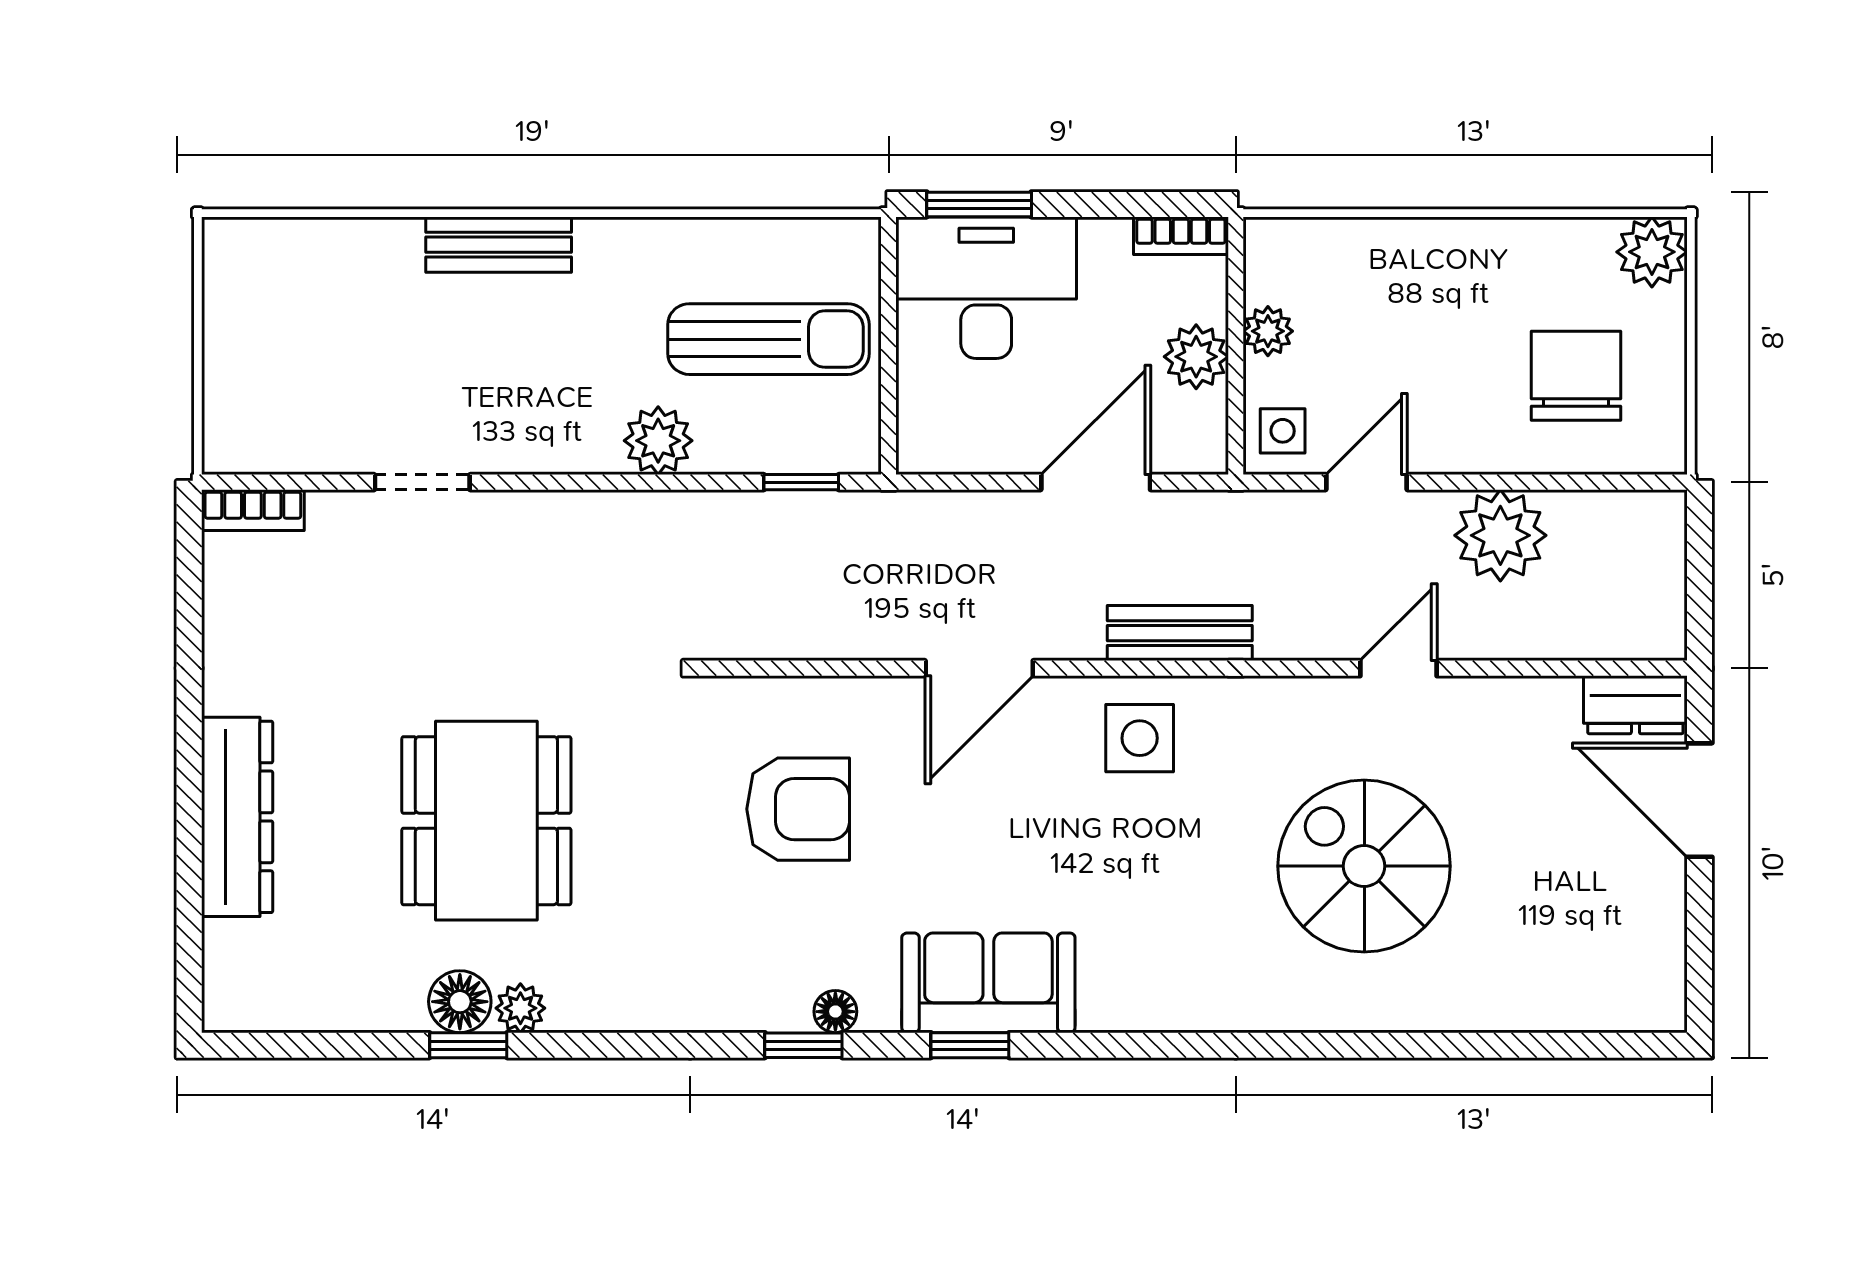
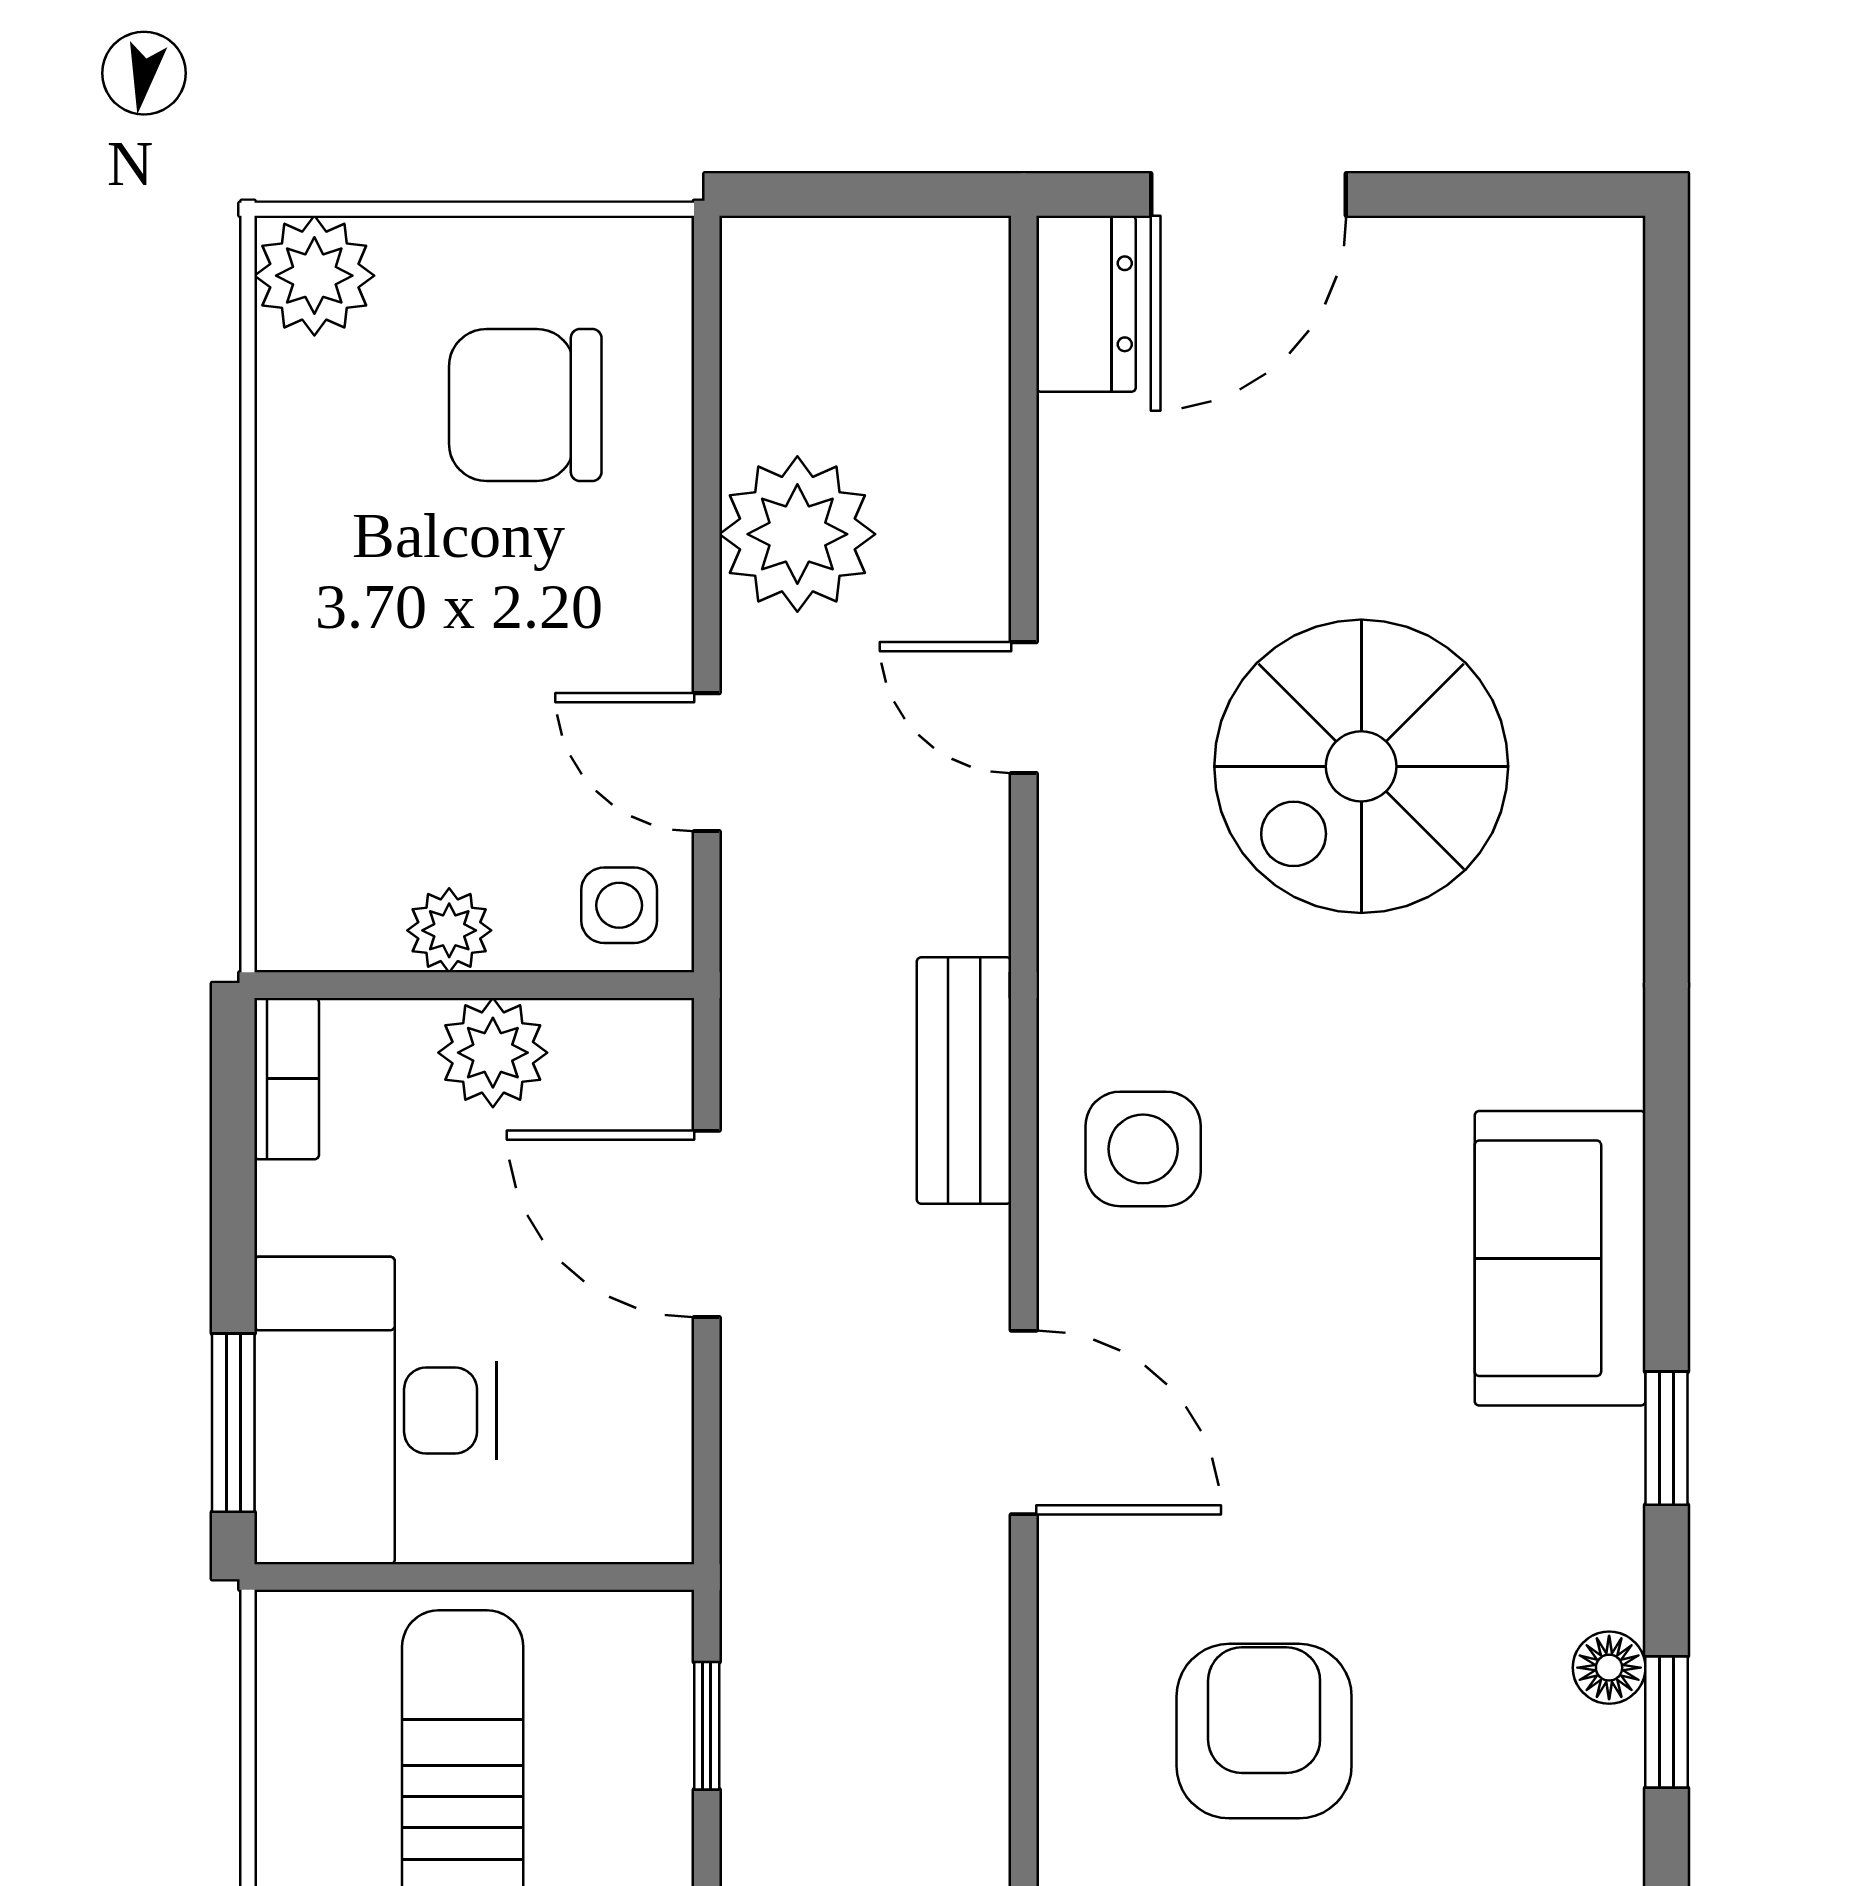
sofa: (988, 983) -> (1560, 1258), moved

